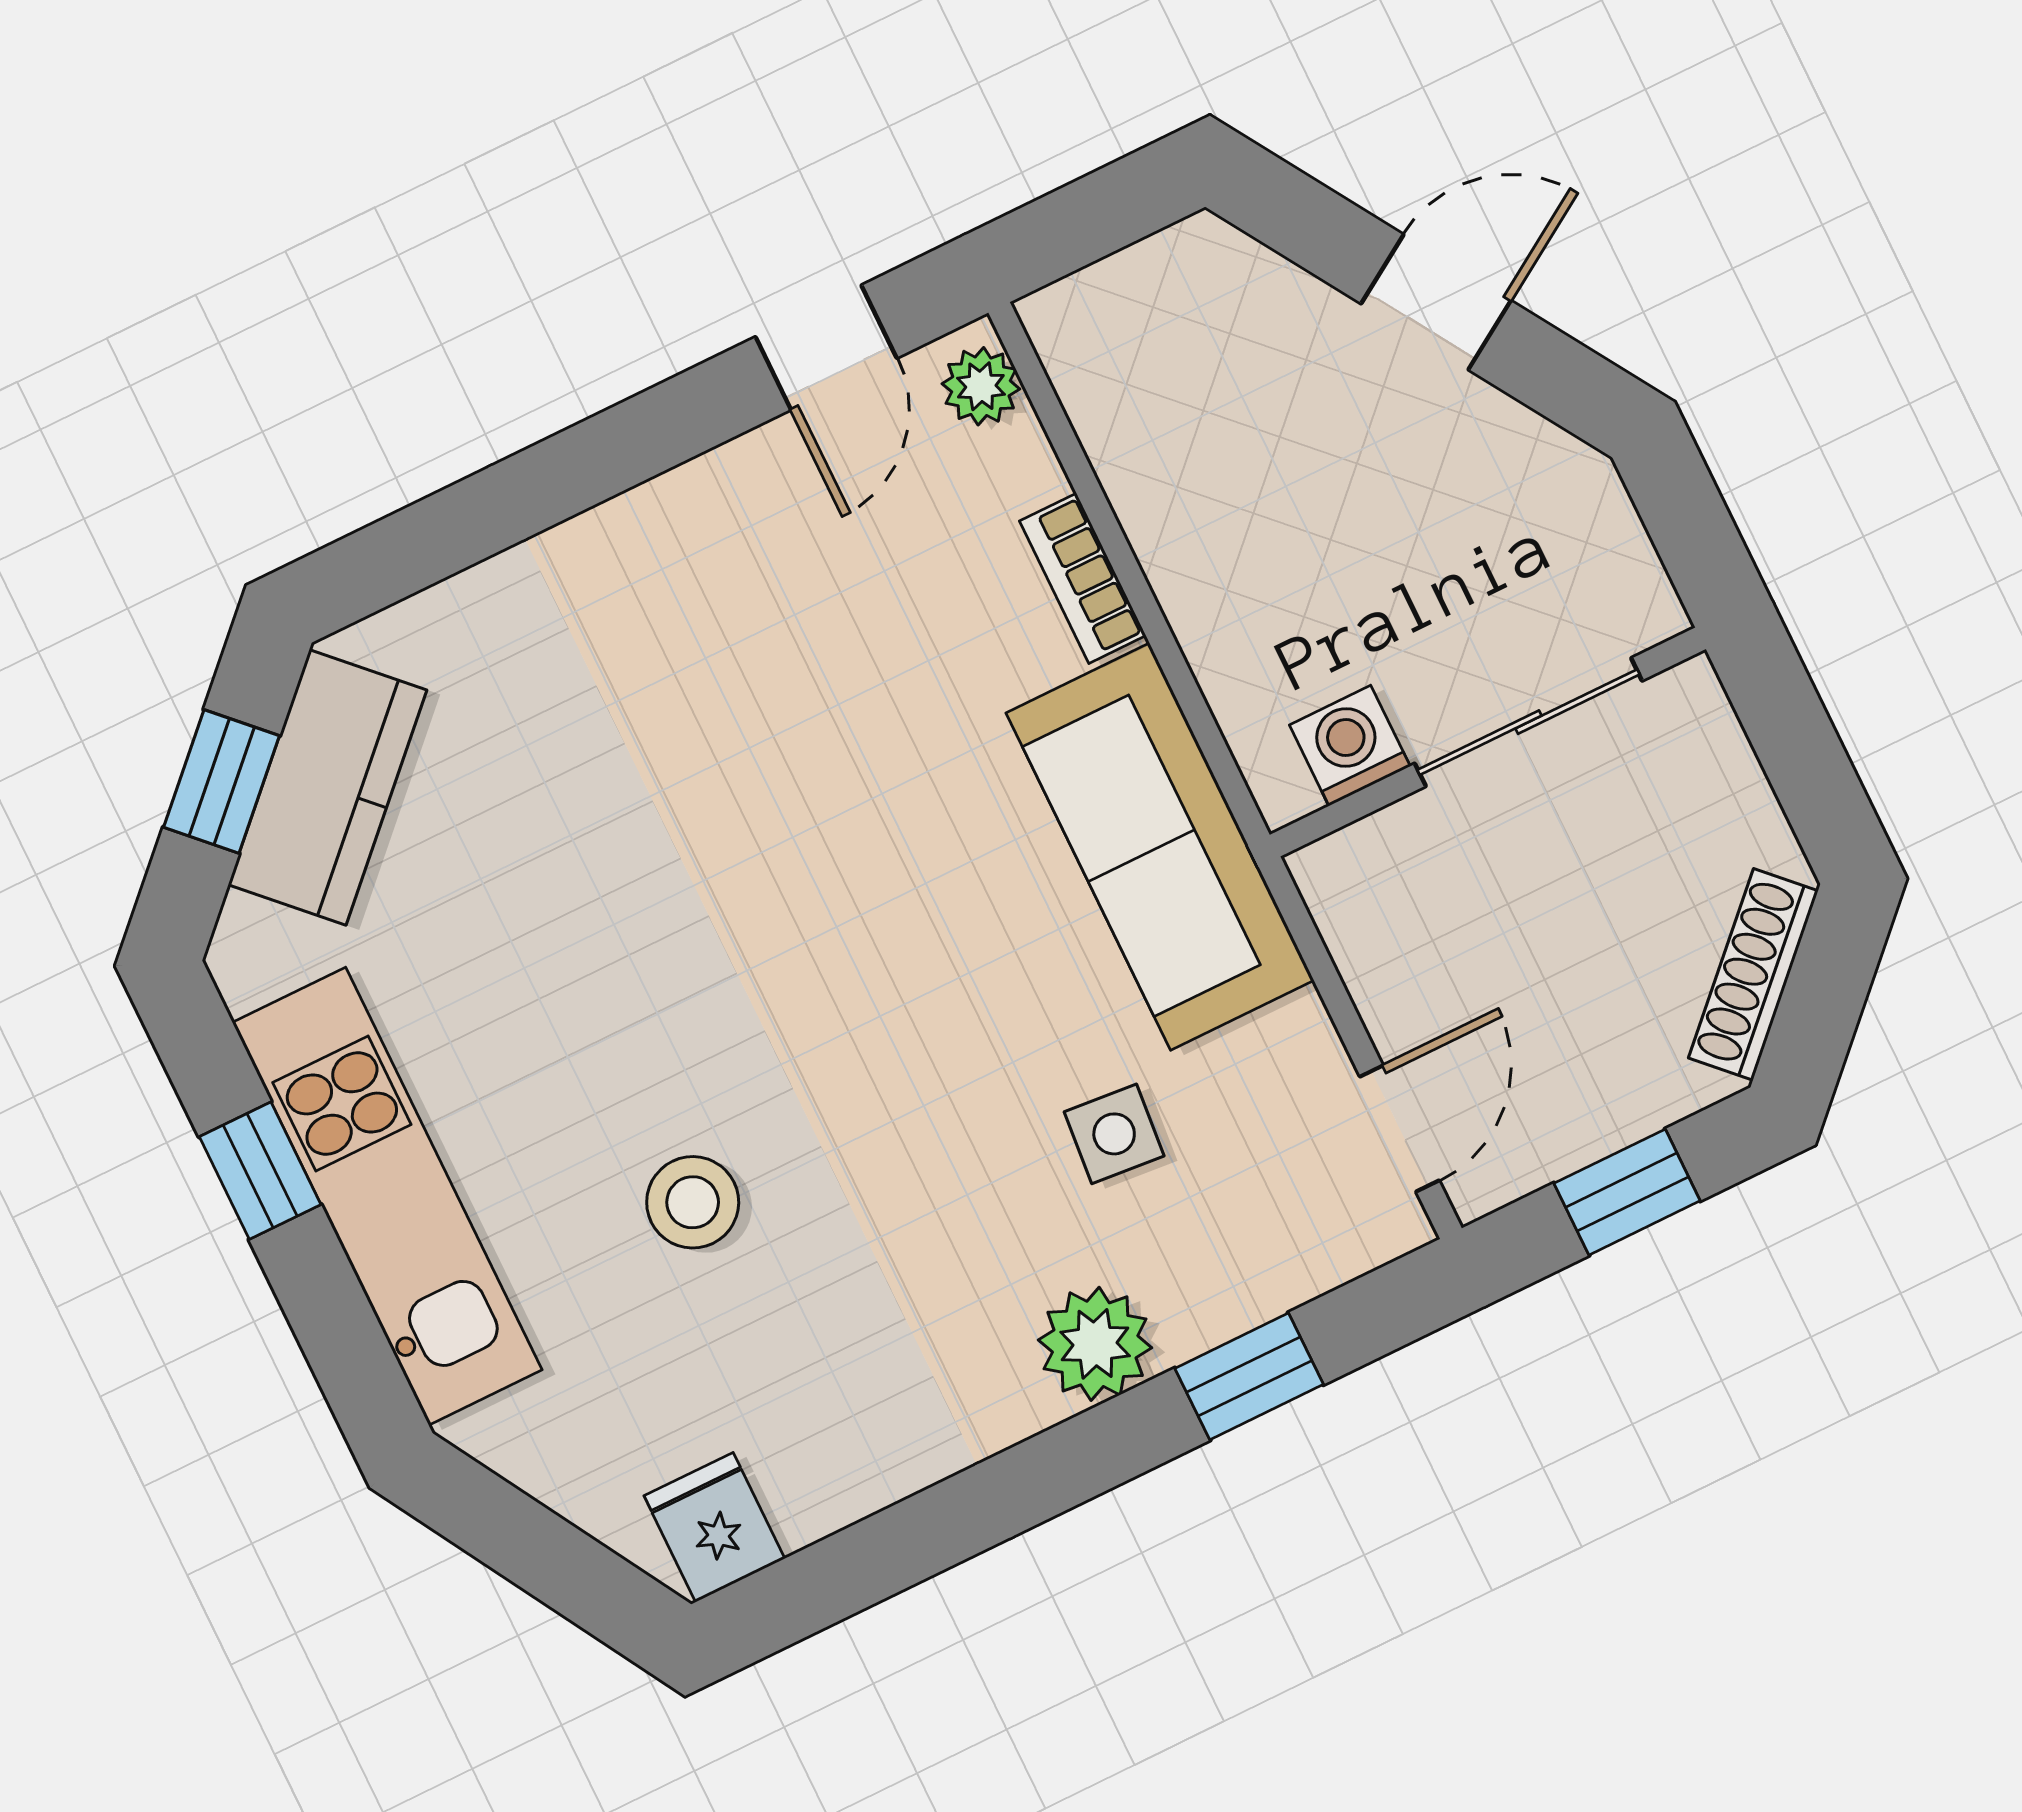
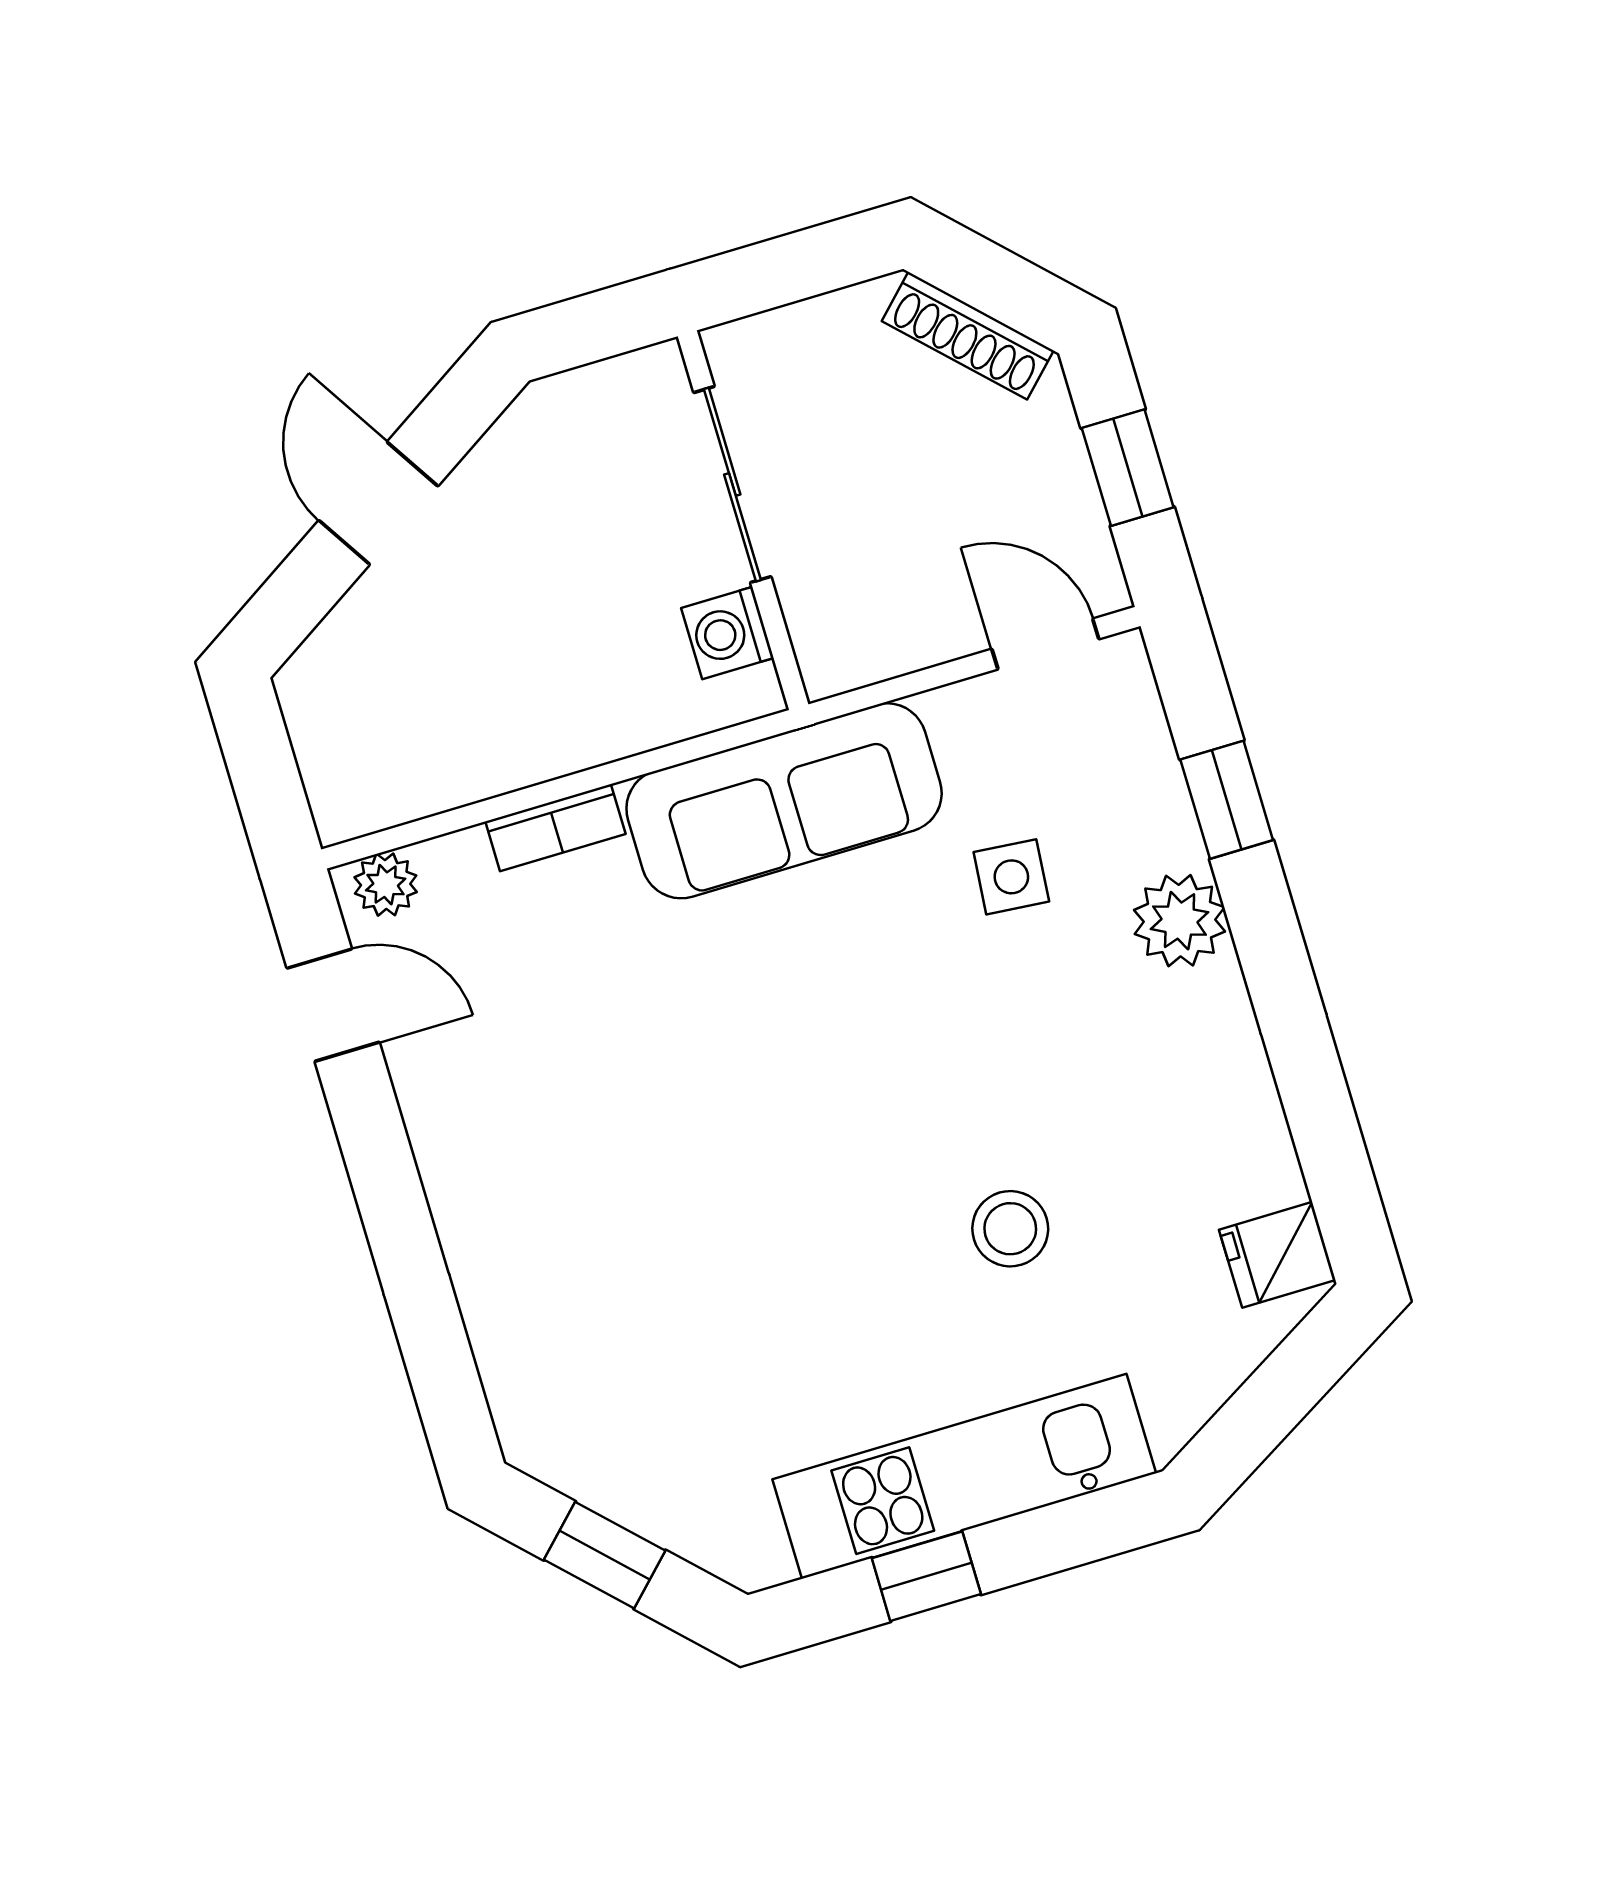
kitchen counter: (327, 787) -> (624, 1470), removed

